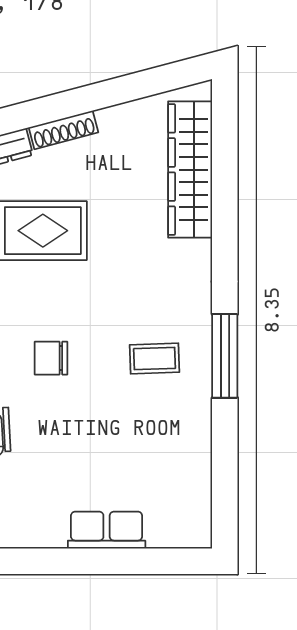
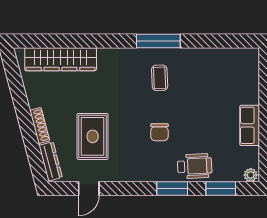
row of seats: (107, 530) -> (250, 125), moved

